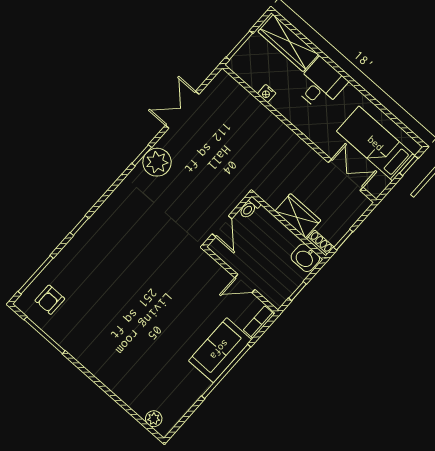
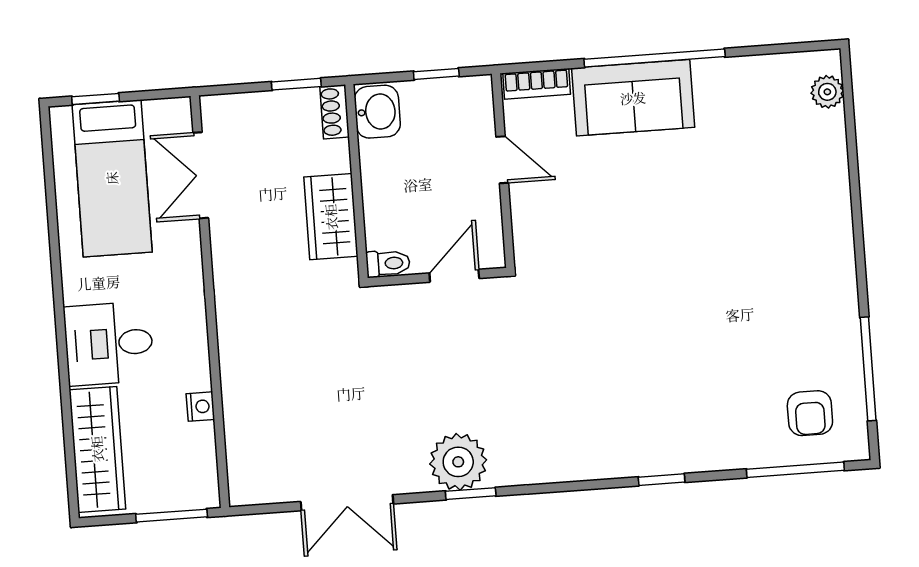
wardrobe: (298, 216) -> (331, 217), moved
armchair: (50, 300) -> (810, 413), turned 90

